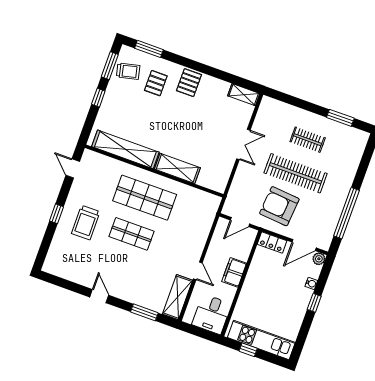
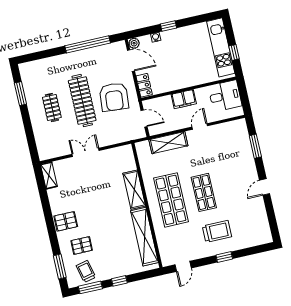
shelving: (177, 297) -> (168, 143), moved

